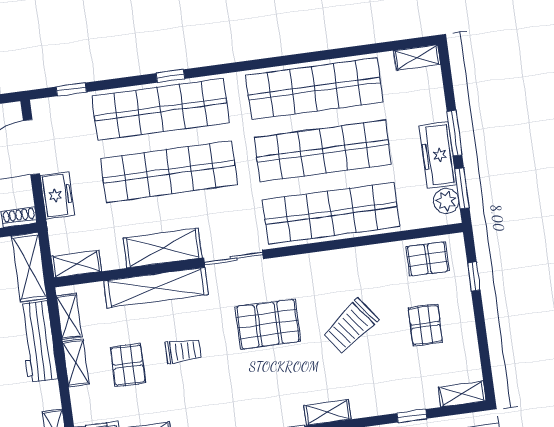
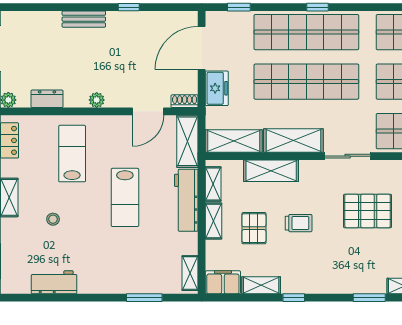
shelving: (76, 264) -> (234, 141), width x1.50, depth x1.33
shelving: (156, 288) -> (271, 171), width x0.68

